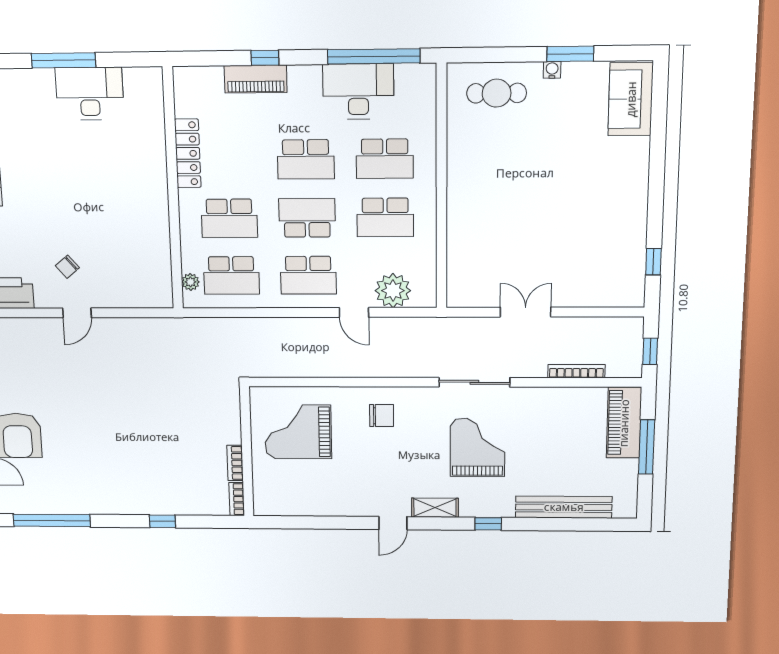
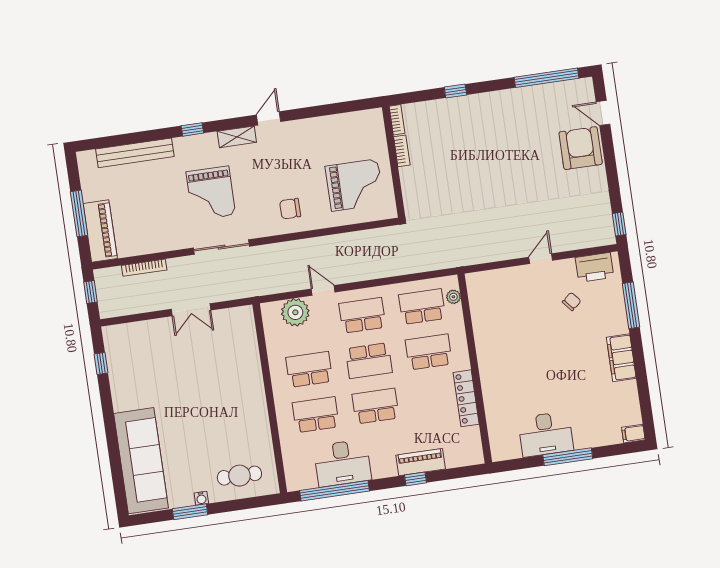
sofa: (631, 99) -> (141, 461), width x1.85, depth x1.27
chair: (67, 267) -> (572, 301), moved

